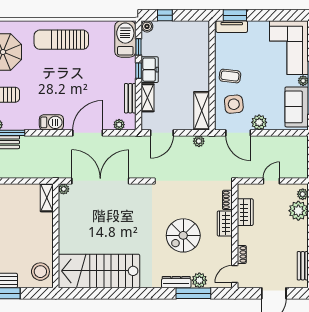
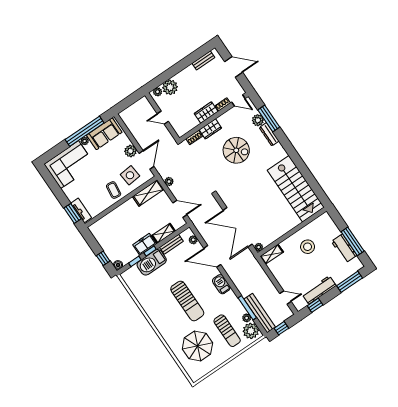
barbecue: (125, 39) -> (152, 262), moved
sun lounger: (61, 40) -> (187, 301), moved
wardrobe: (245, 212) -> (206, 113), moved
stool: (40, 272) -> (308, 247), moved

